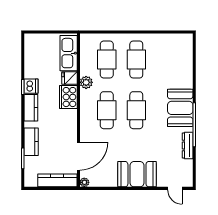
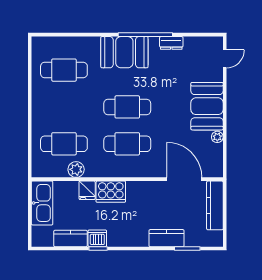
kitchen sink: (69, 53) -> (42, 203), moved, turned -90
cafe table: (136, 59) -> (64, 70), moved
plant: (86, 82) -> (76, 169), moved
kitchen counter: (31, 108) -> (70, 238), moved
dresser: (188, 146) -> (171, 43), width x0.70
plant: (84, 182) -> (217, 137), moved

